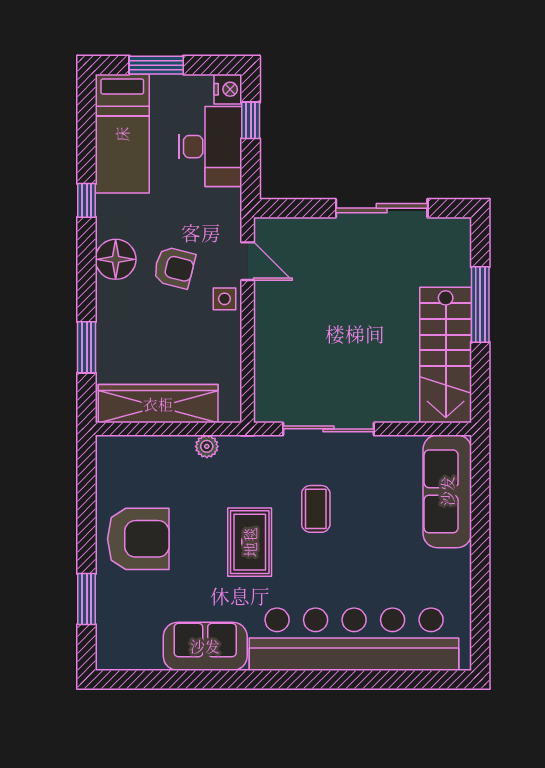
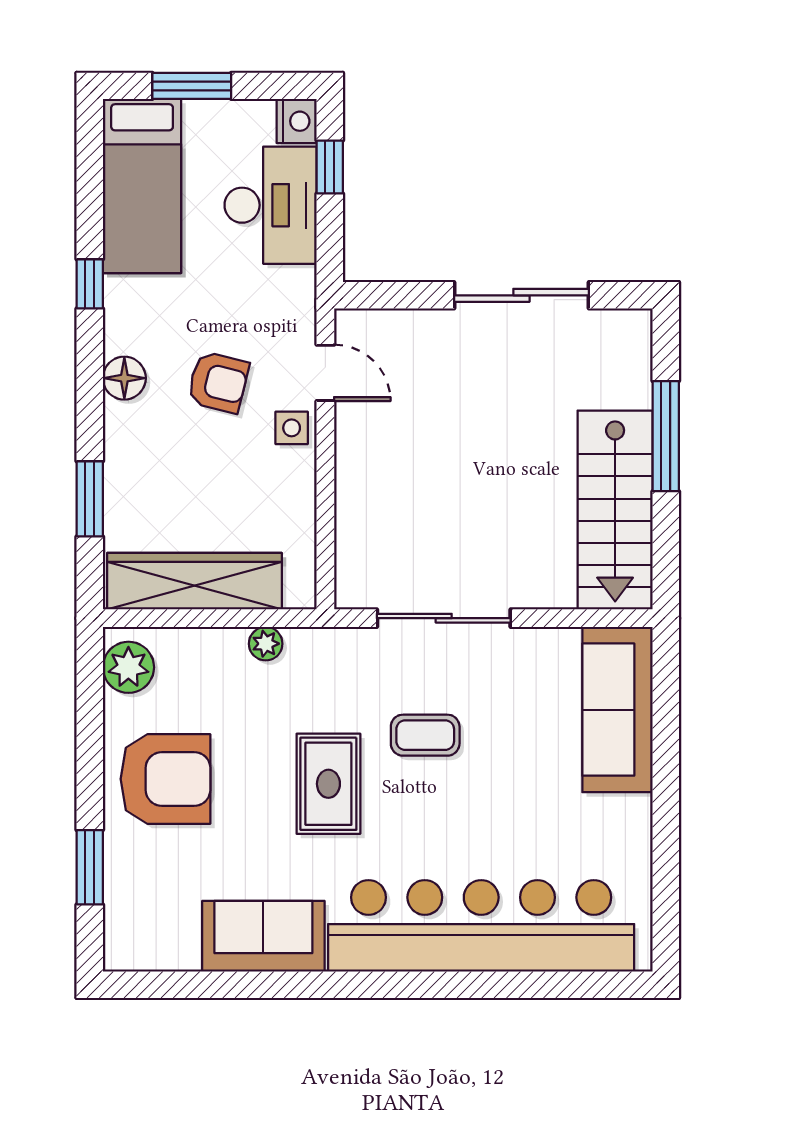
floor lamp: (116, 259) -> (124, 378), width x0.73, depth x0.73
plant: (113, 463) -> (128, 667), added
coffee table: (316, 509) -> (425, 735), turned 90

